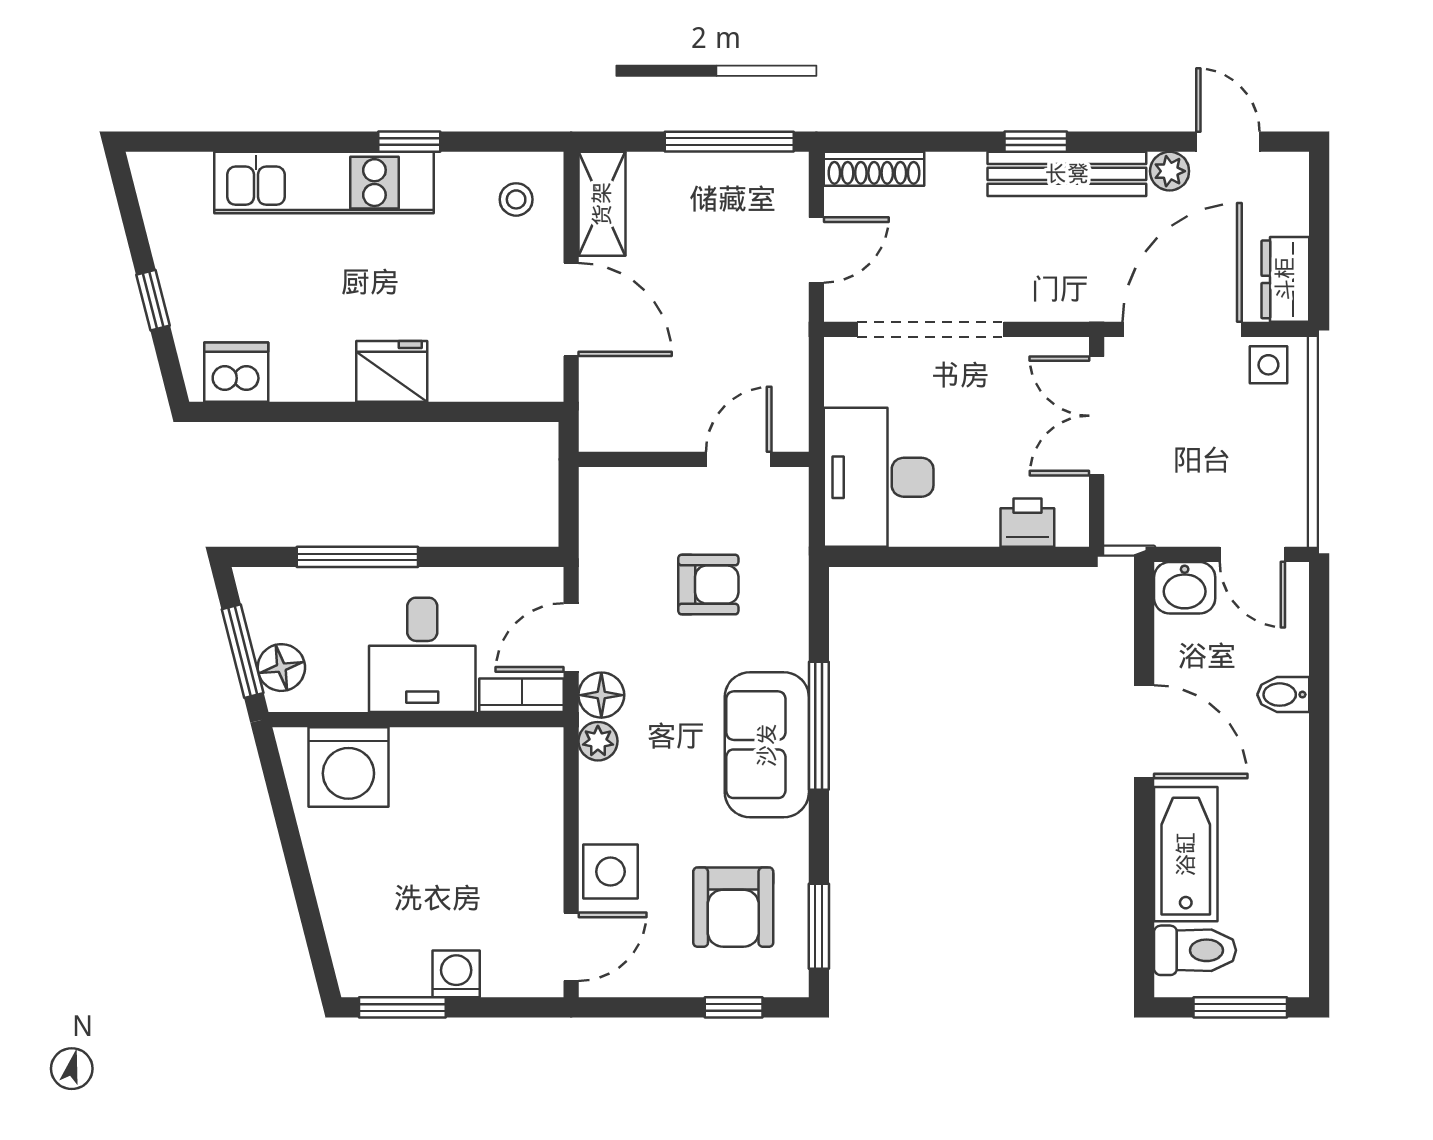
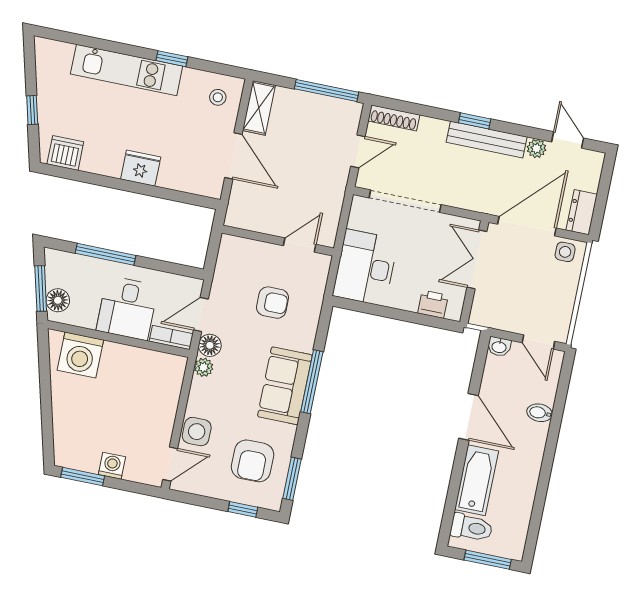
washbasin: (1185, 588) -> (499, 347), width x0.72, depth x0.69

